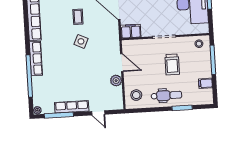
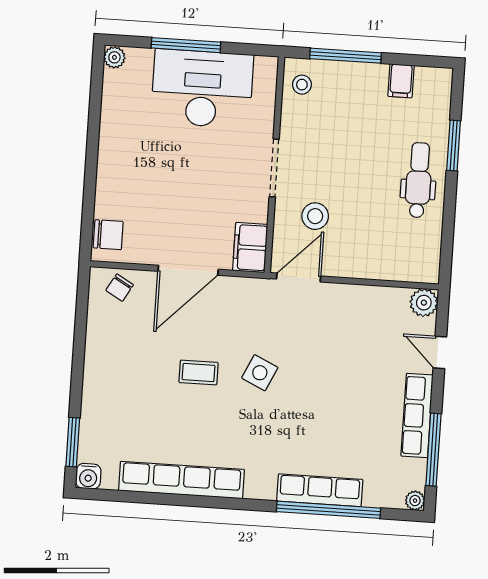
row of seats: (36, 59) -> (320, 490), moved
door: (122, 63) -> (299, 278), moved
trolley: (172, 64) -> (344, 157), removed
plant: (116, 81) -> (424, 303), moved
stool: (136, 95) -> (315, 216), moved
door: (98, 113) -> (440, 352), swing flipped

